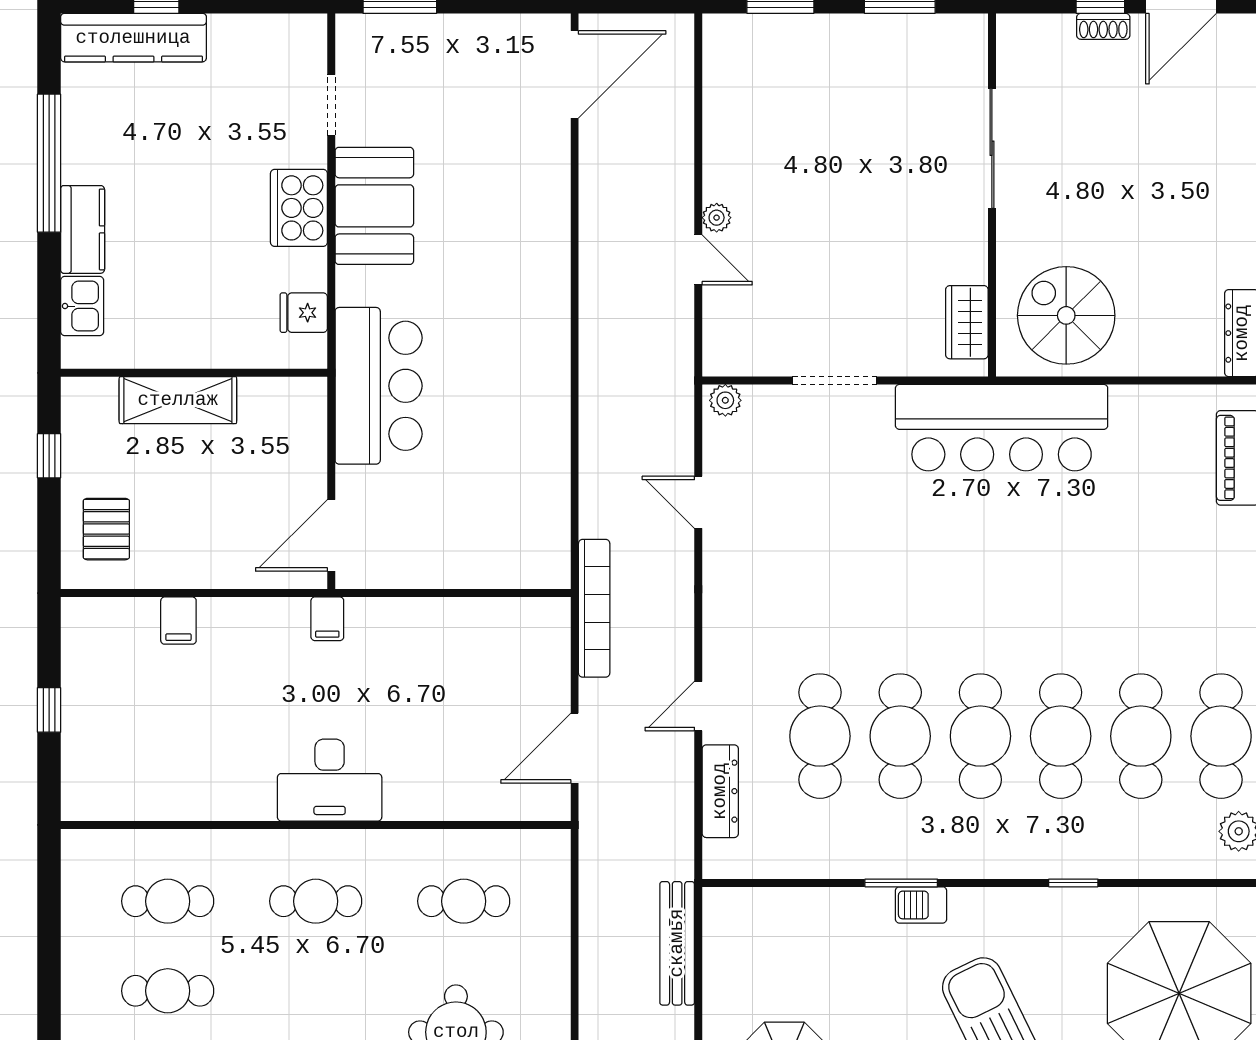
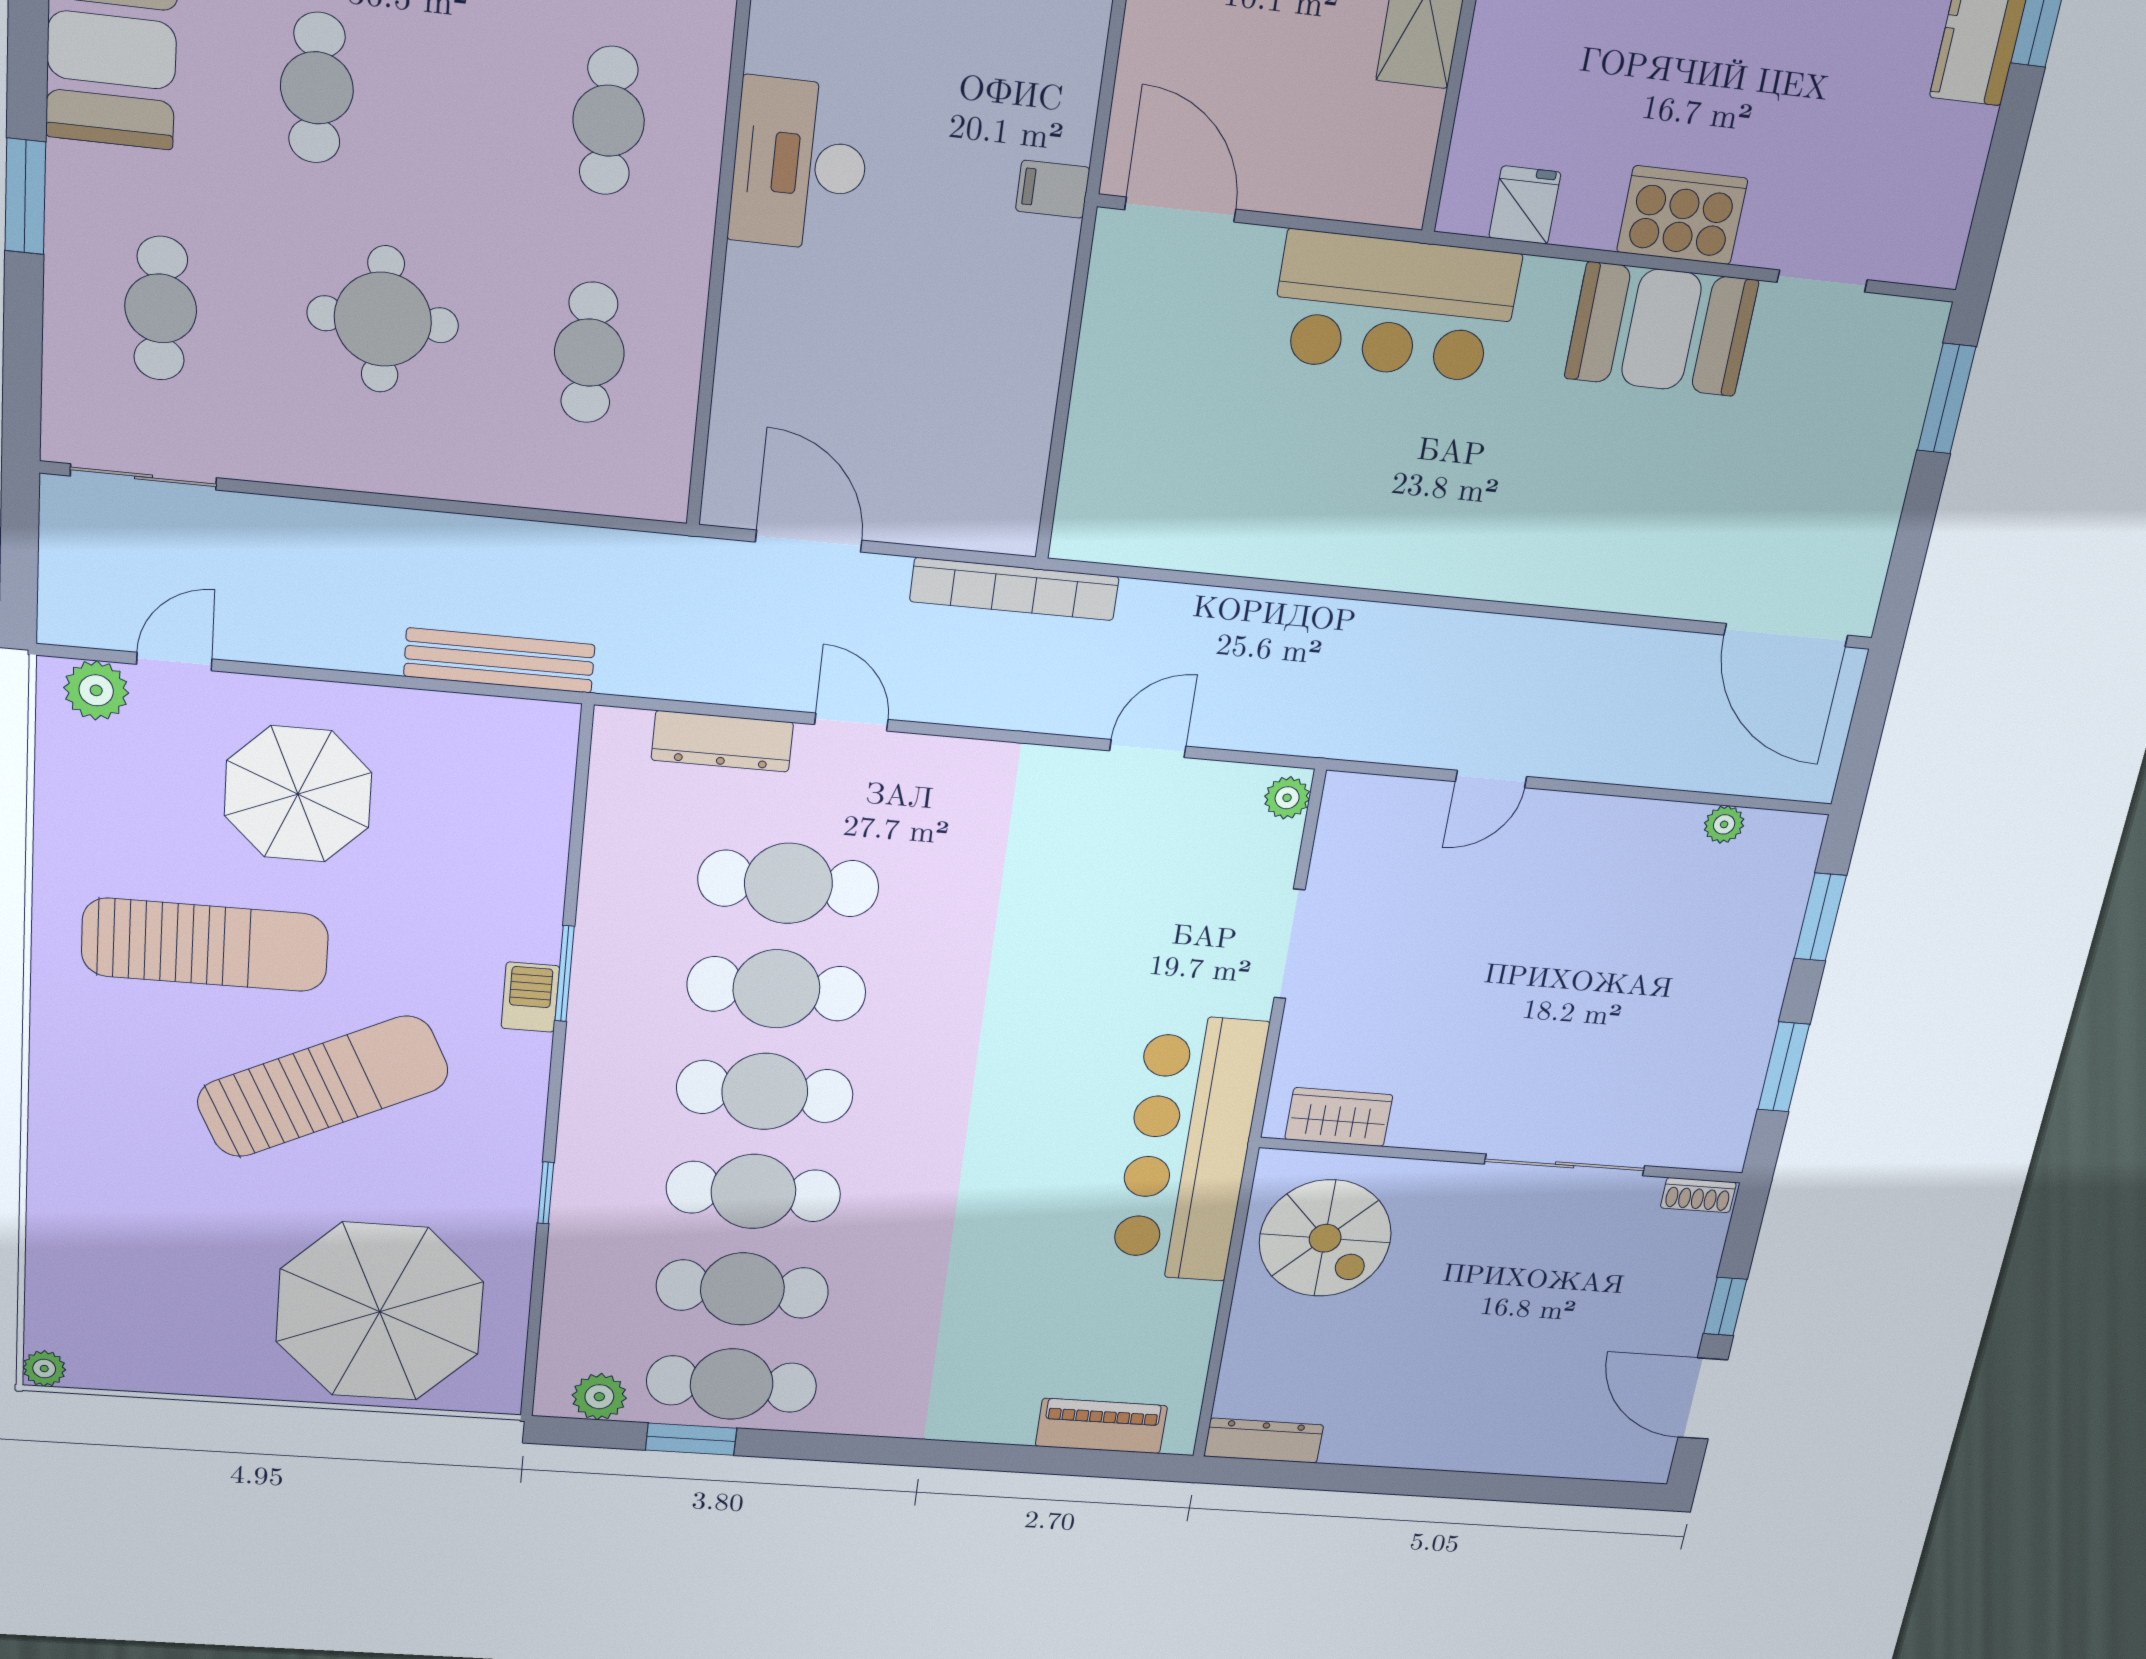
shoe rack: (1103, 26) -> (1698, 1195), moved, turned -90
plant: (717, 218) -> (1724, 824), moved
spiral stairs: (1066, 315) -> (1325, 1238), turned 90

